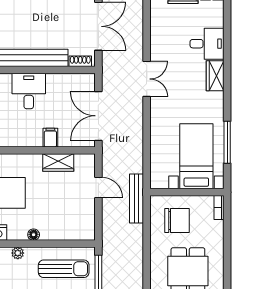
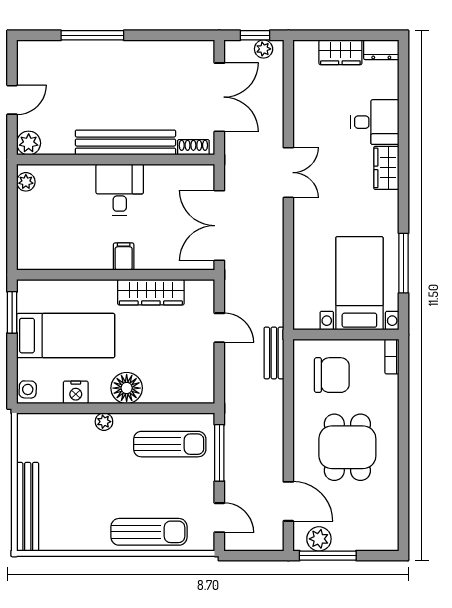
filing cabinet: (50, 138) -> (124, 257), moved
wardrobe: (58, 163) -> (151, 292), width x1.50
bench: (137, 198) -> (274, 353), width x0.73
floor lamp: (34, 235) -> (127, 388), width x1.89, depth x1.89

